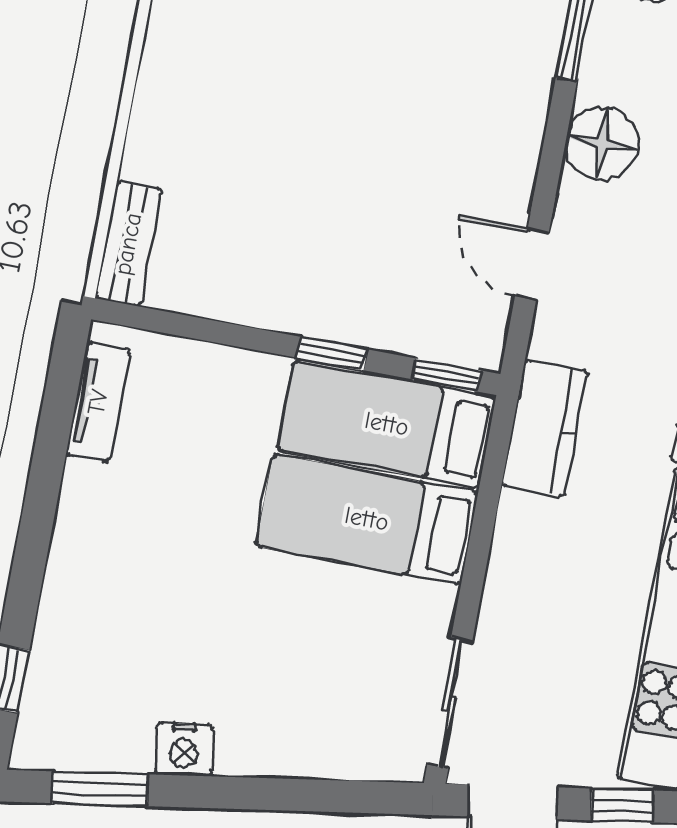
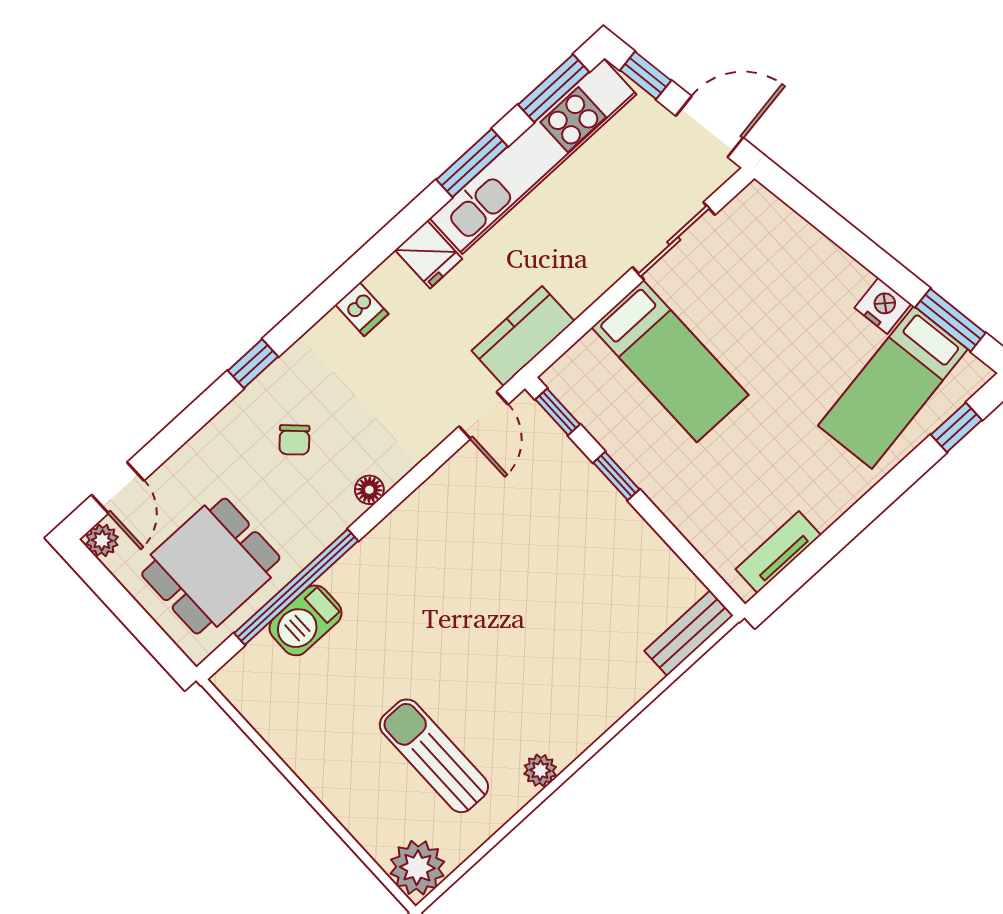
floor lamp: (602, 144) -> (369, 490), width x0.53, depth x0.53
door: (532, 264) -> (483, 415), moved
bed: (387, 424) -> (893, 387), moved, turned 81
sliding door: (450, 703) -> (674, 241), moved

